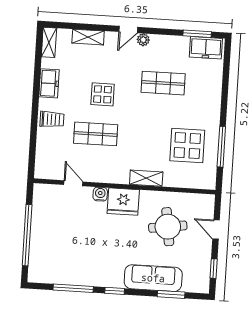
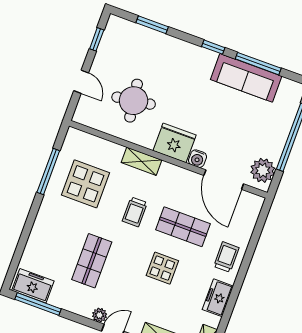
window: (197, 34) -> (38, 304), width x1.44
shop shelf: (163, 83) -> (92, 261), turned 90
trolley: (52, 119) -> (226, 257), turned 90
trolley: (139, 134) -> (135, 212), added
door: (73, 183) -> (224, 180), width x1.87
plant: (43, 200) -> (263, 170), added
sofa: (153, 278) -> (246, 78), moved

